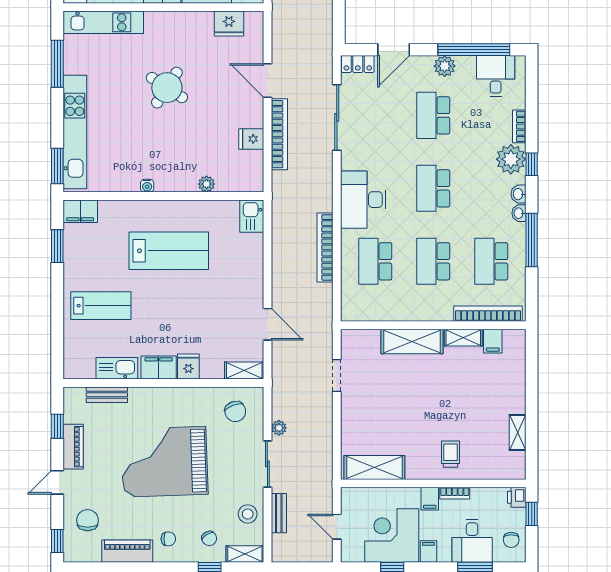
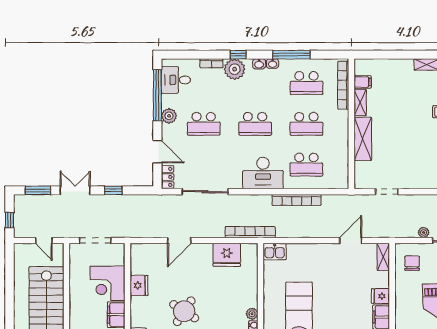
fridge: (229, 23) -> (139, 285), moved
bookcase: (279, 134) -> (250, 232), moved
fridge: (251, 139) -> (227, 255), width x1.88, depth x1.34
plant: (207, 184) -> (252, 314), moved
chair: (235, 411) -> (412, 263), turned -70

